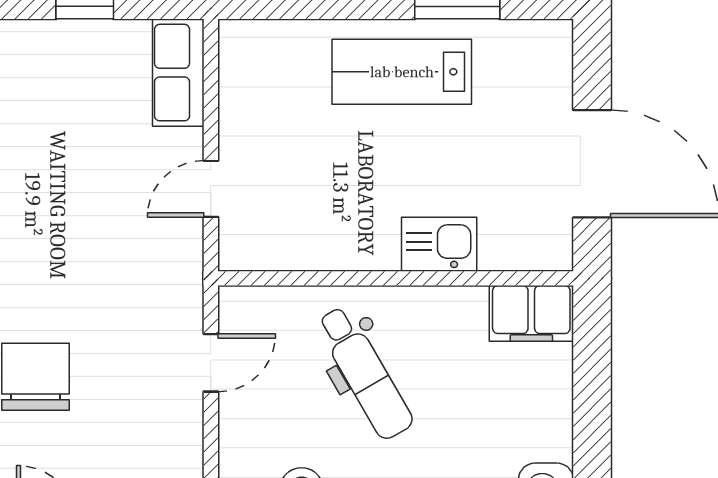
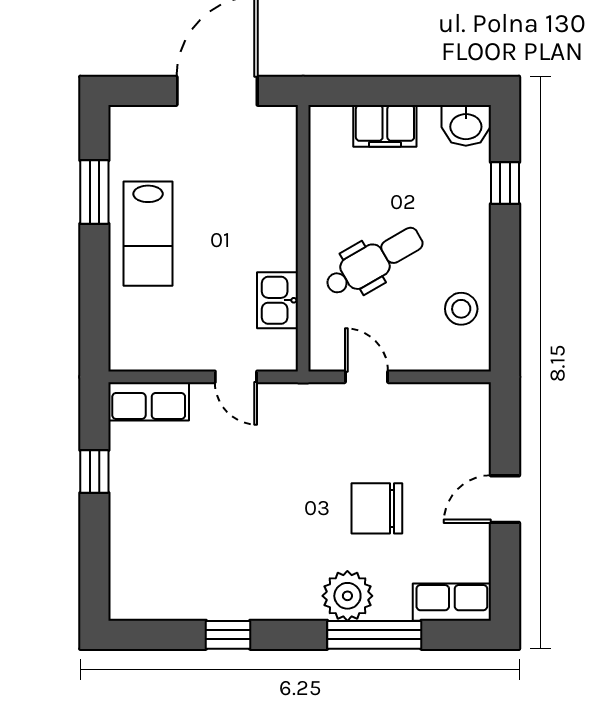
kitchen sink: (439, 244) -> (278, 300), moved
filing cabinet: (531, 313) -> (385, 126), moved, turned 90

